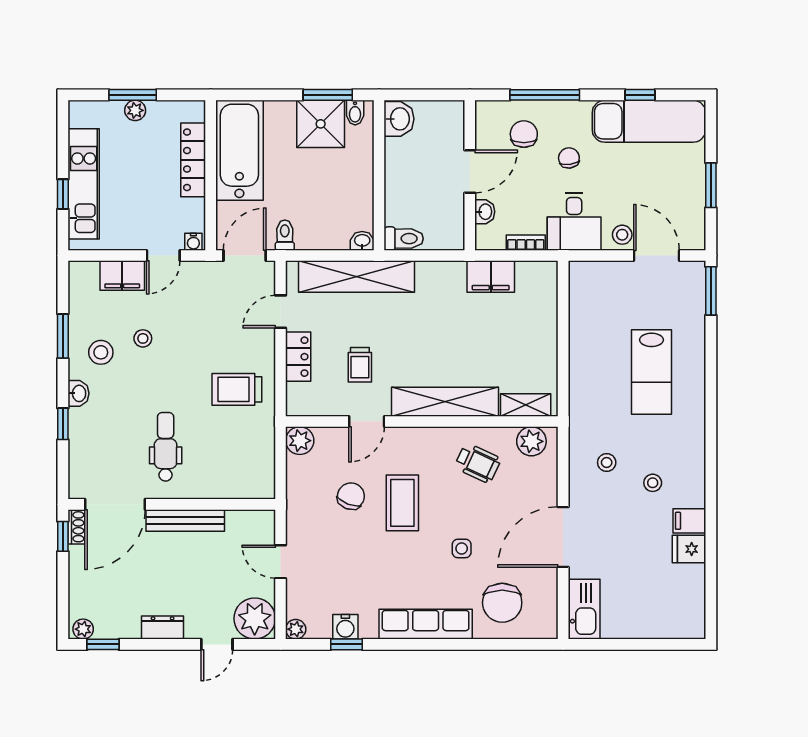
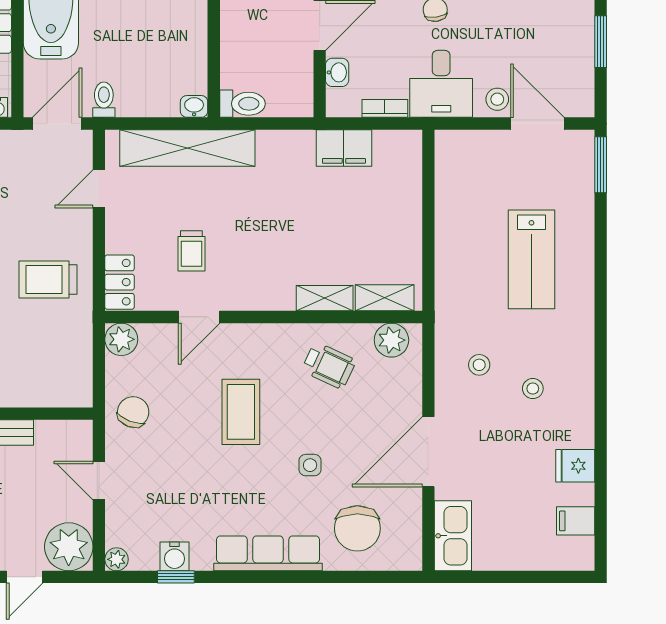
locker: (298, 357) -> (120, 282), moved
shelving: (445, 402) -> (325, 298), width x0.45, depth x0.75
chair: (351, 496) -> (133, 412), moved
filing cabinet: (689, 521) -> (576, 521), moved

